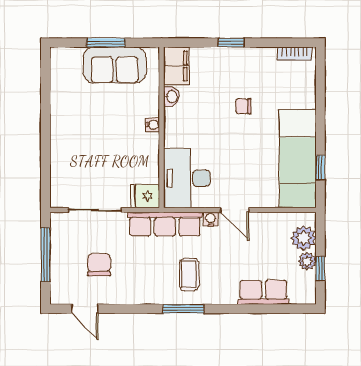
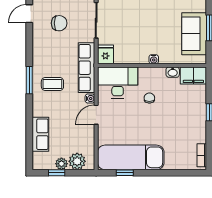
chair: (243, 106) -> (149, 98), moved

